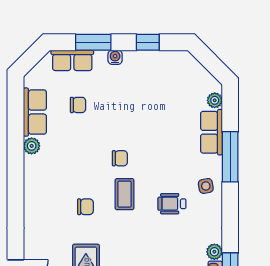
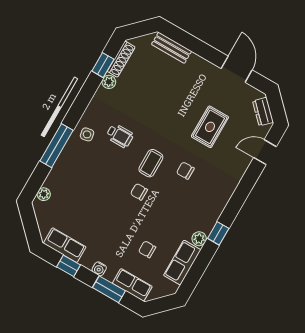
row of seats: (211, 132) -> (65, 245), moved, turned -90
window: (16, 162) -> (218, 233), added

